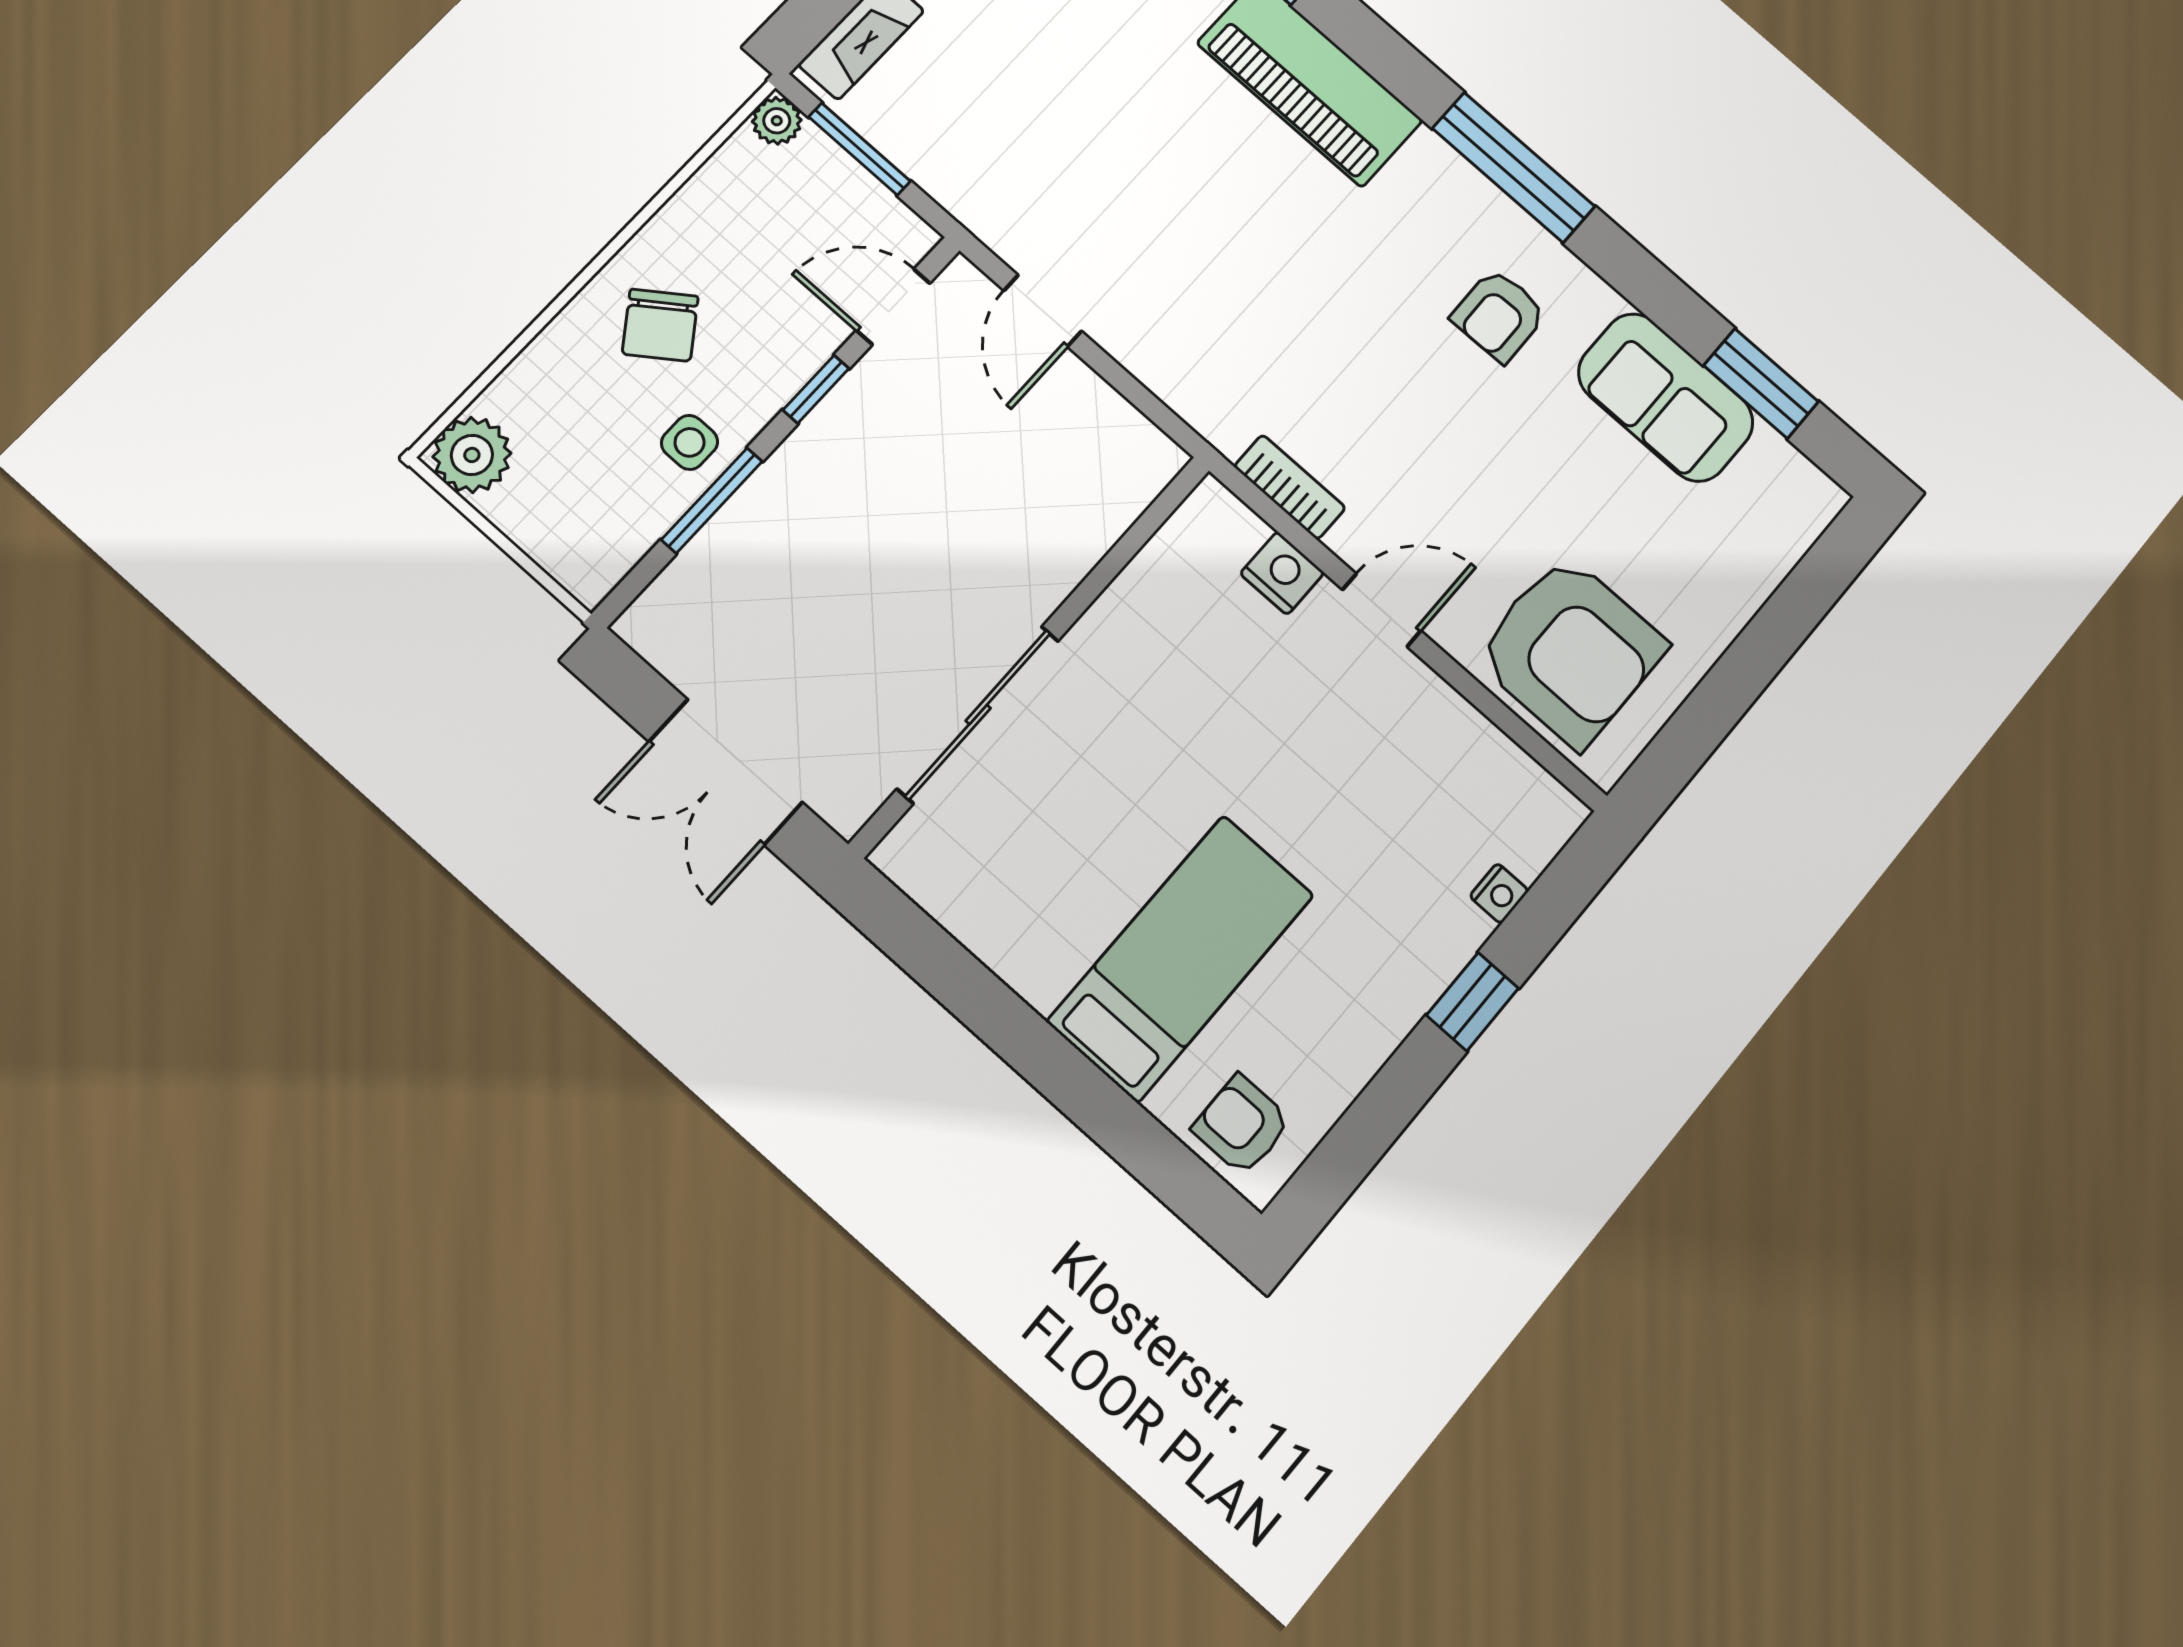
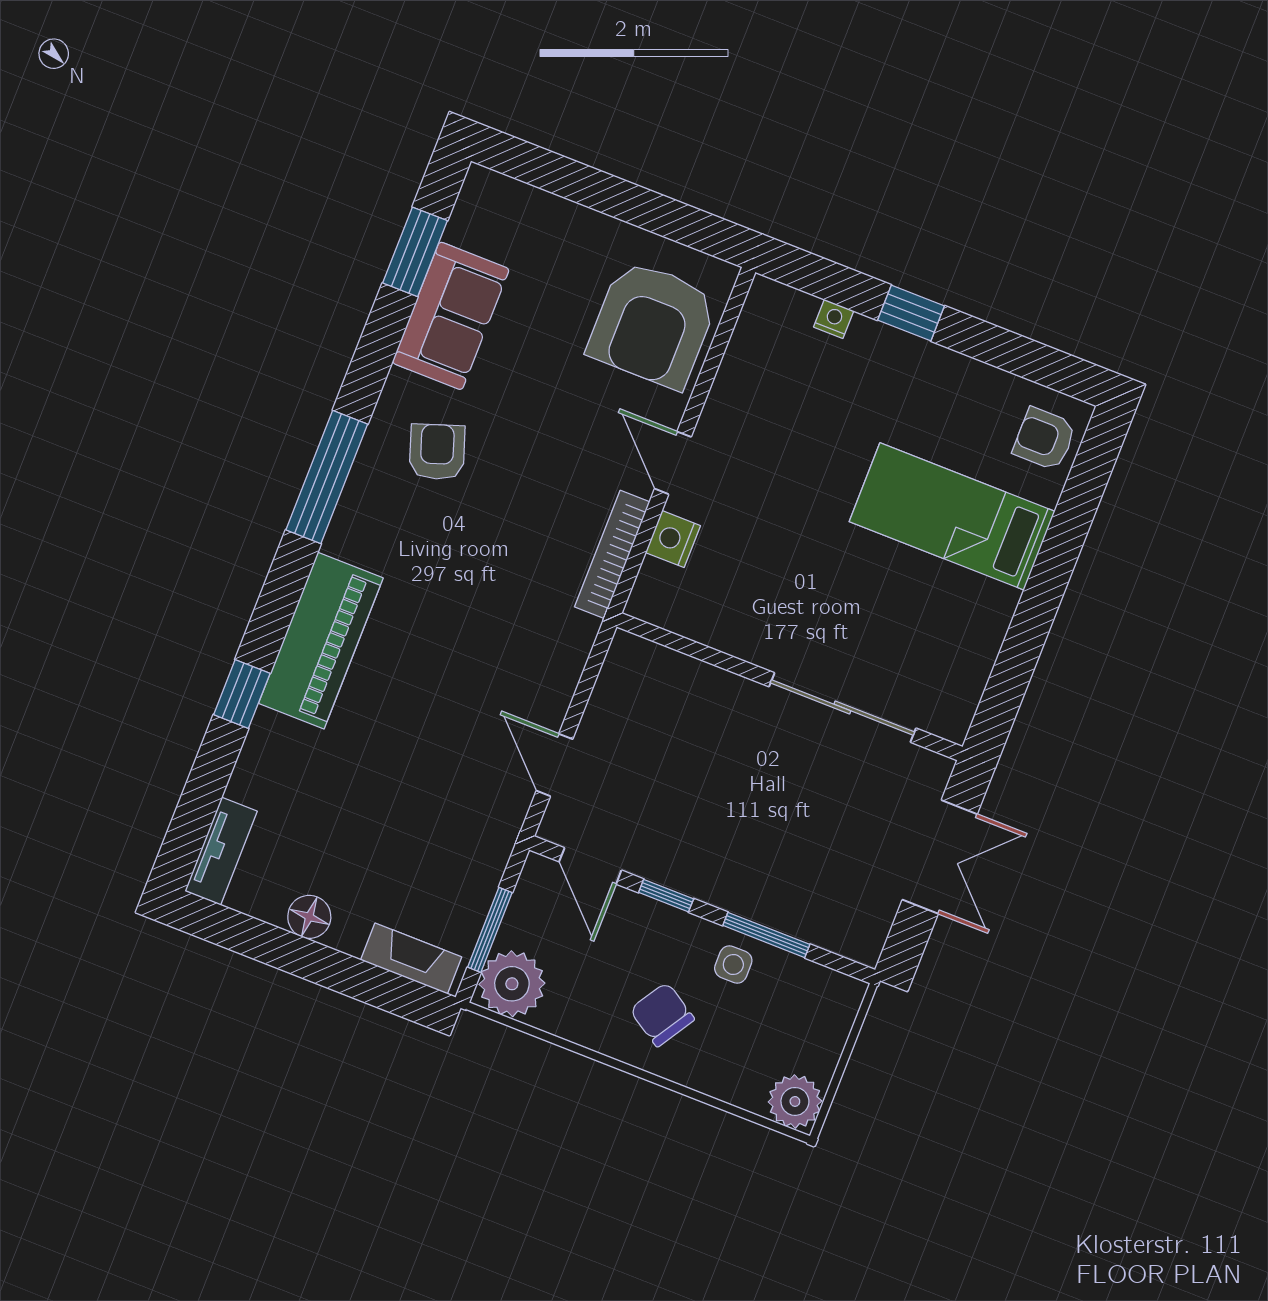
plant: (777, 121) -> (512, 984), width x1.88, depth x1.88
door: (1043, 311) -> (555, 765), swing flipped
armchair: (1499, 315) -> (437, 452), turned -108
chair: (660, 325) -> (662, 1015), turned -112
bookcase: (1290, 487) -> (612, 554), width x1.56
armchair: (1571, 651) -> (652, 324), turned 180
armchair: (1242, 1125) -> (1044, 439), turned 90

